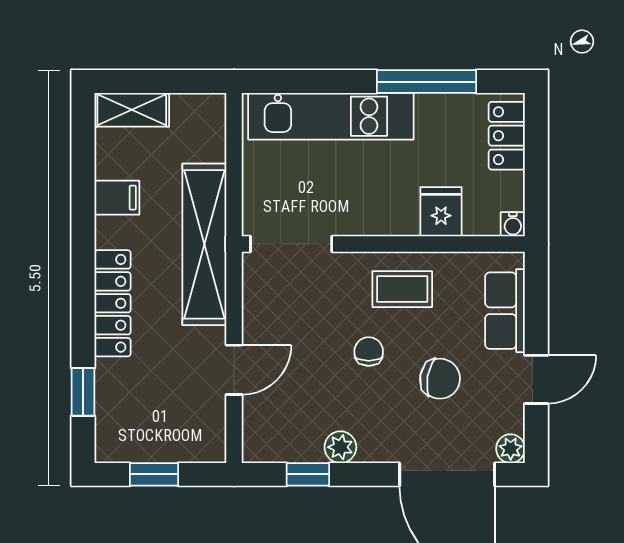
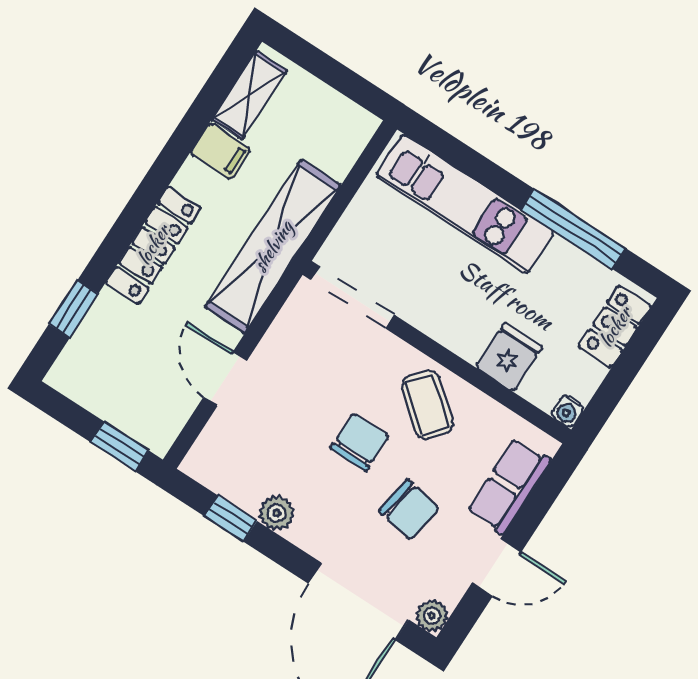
shelving: (132, 110) -> (249, 95), moved, turned 90
coffee table: (402, 289) -> (427, 405), turned 40
chair: (369, 352) -> (360, 442), width x1.37, depth x1.37
door: (234, 370) -> (225, 379), swing flipped
window: (154, 474) -> (120, 446), moved

